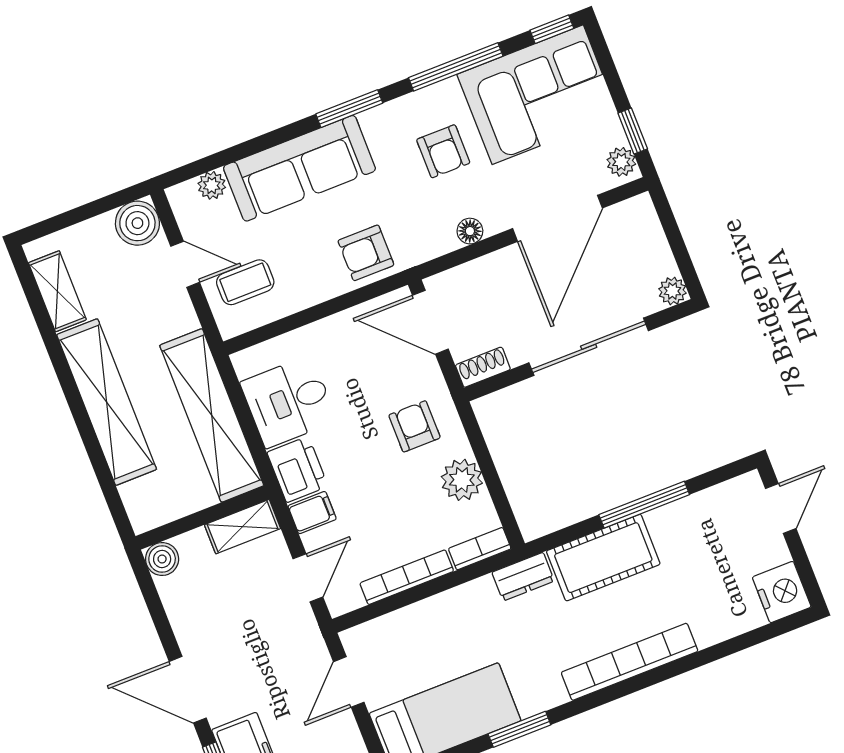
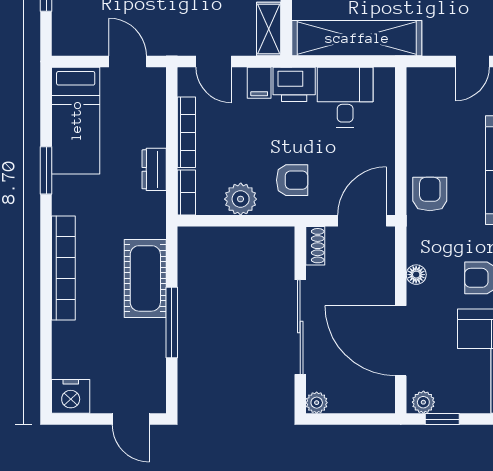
coffee table: (245, 282) -> (443, 99), removed
dresser: (523, 577) -> (154, 169), moved

